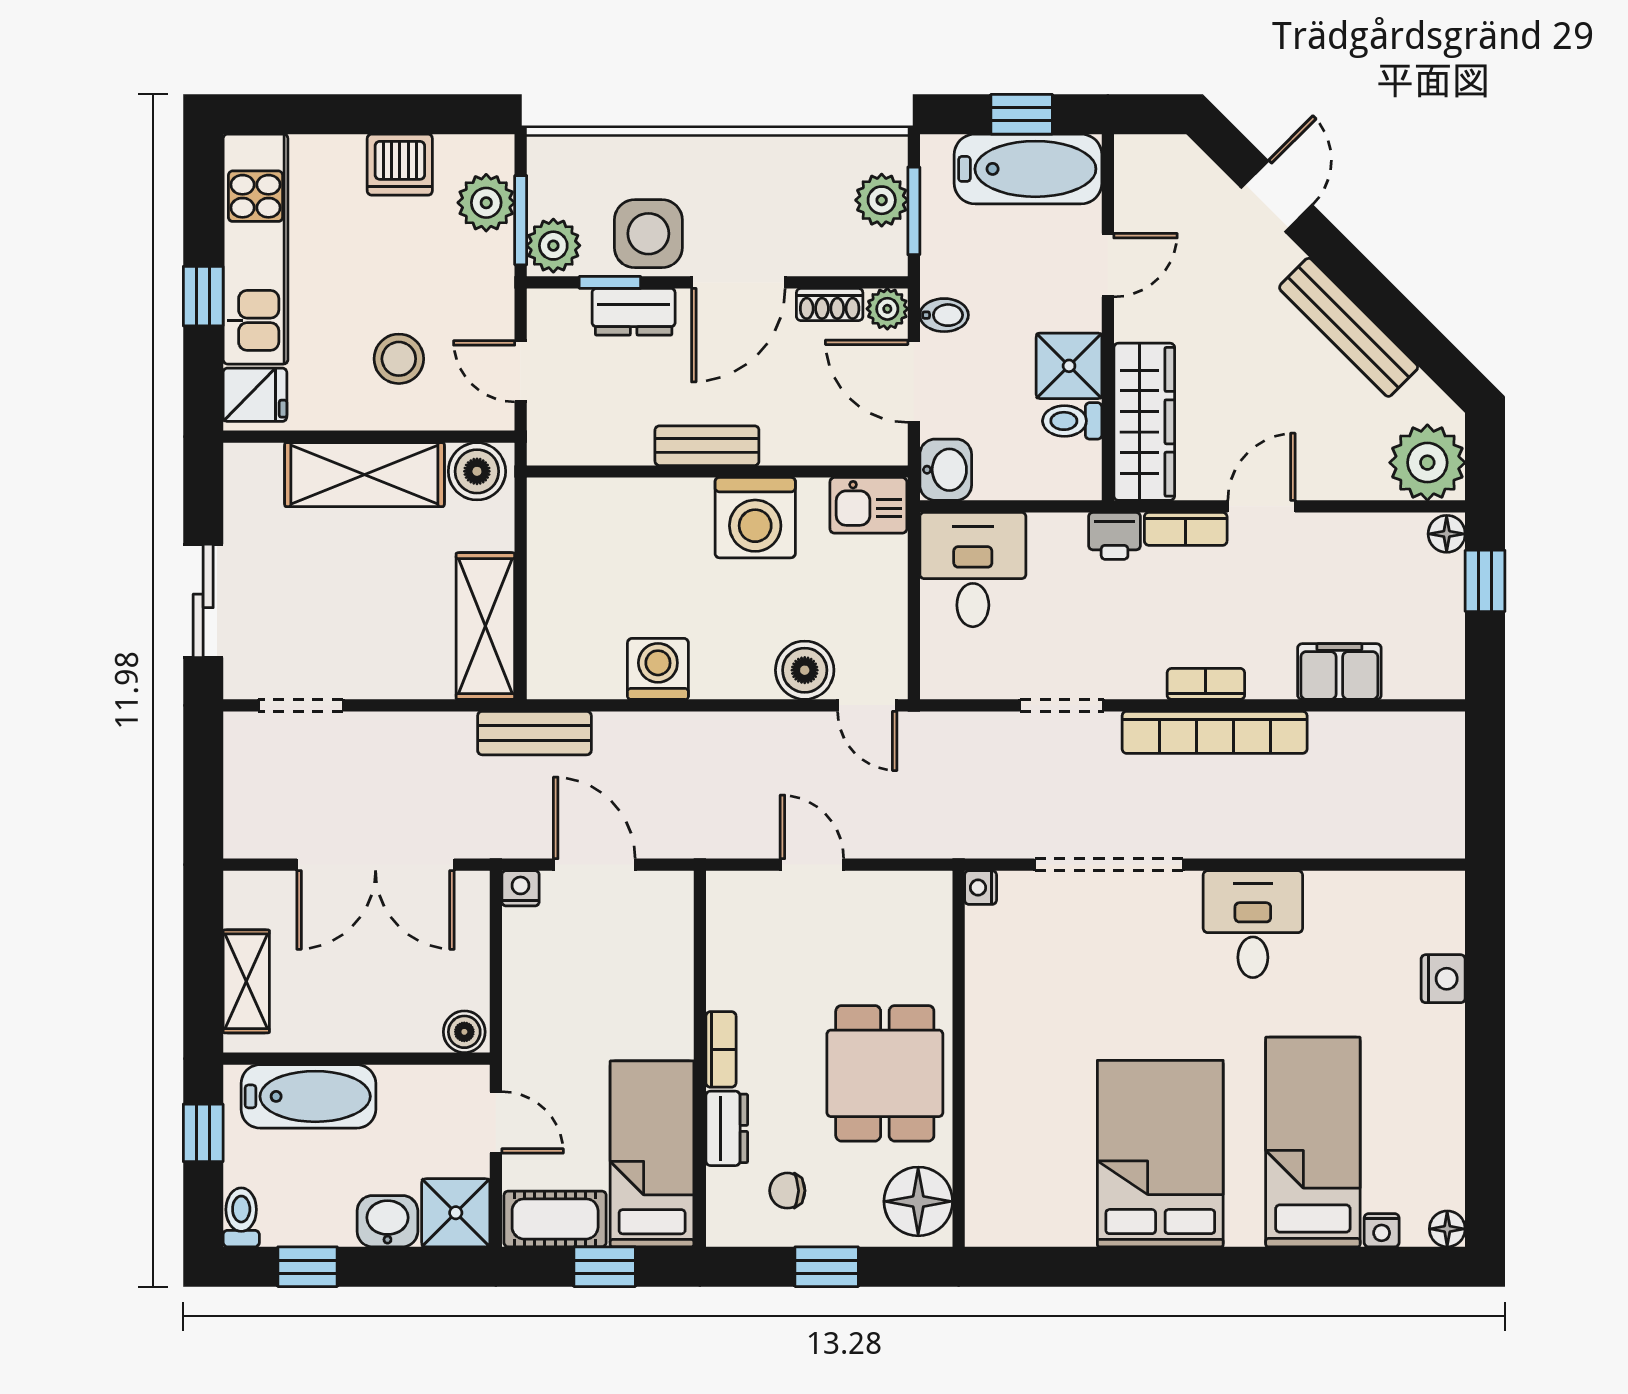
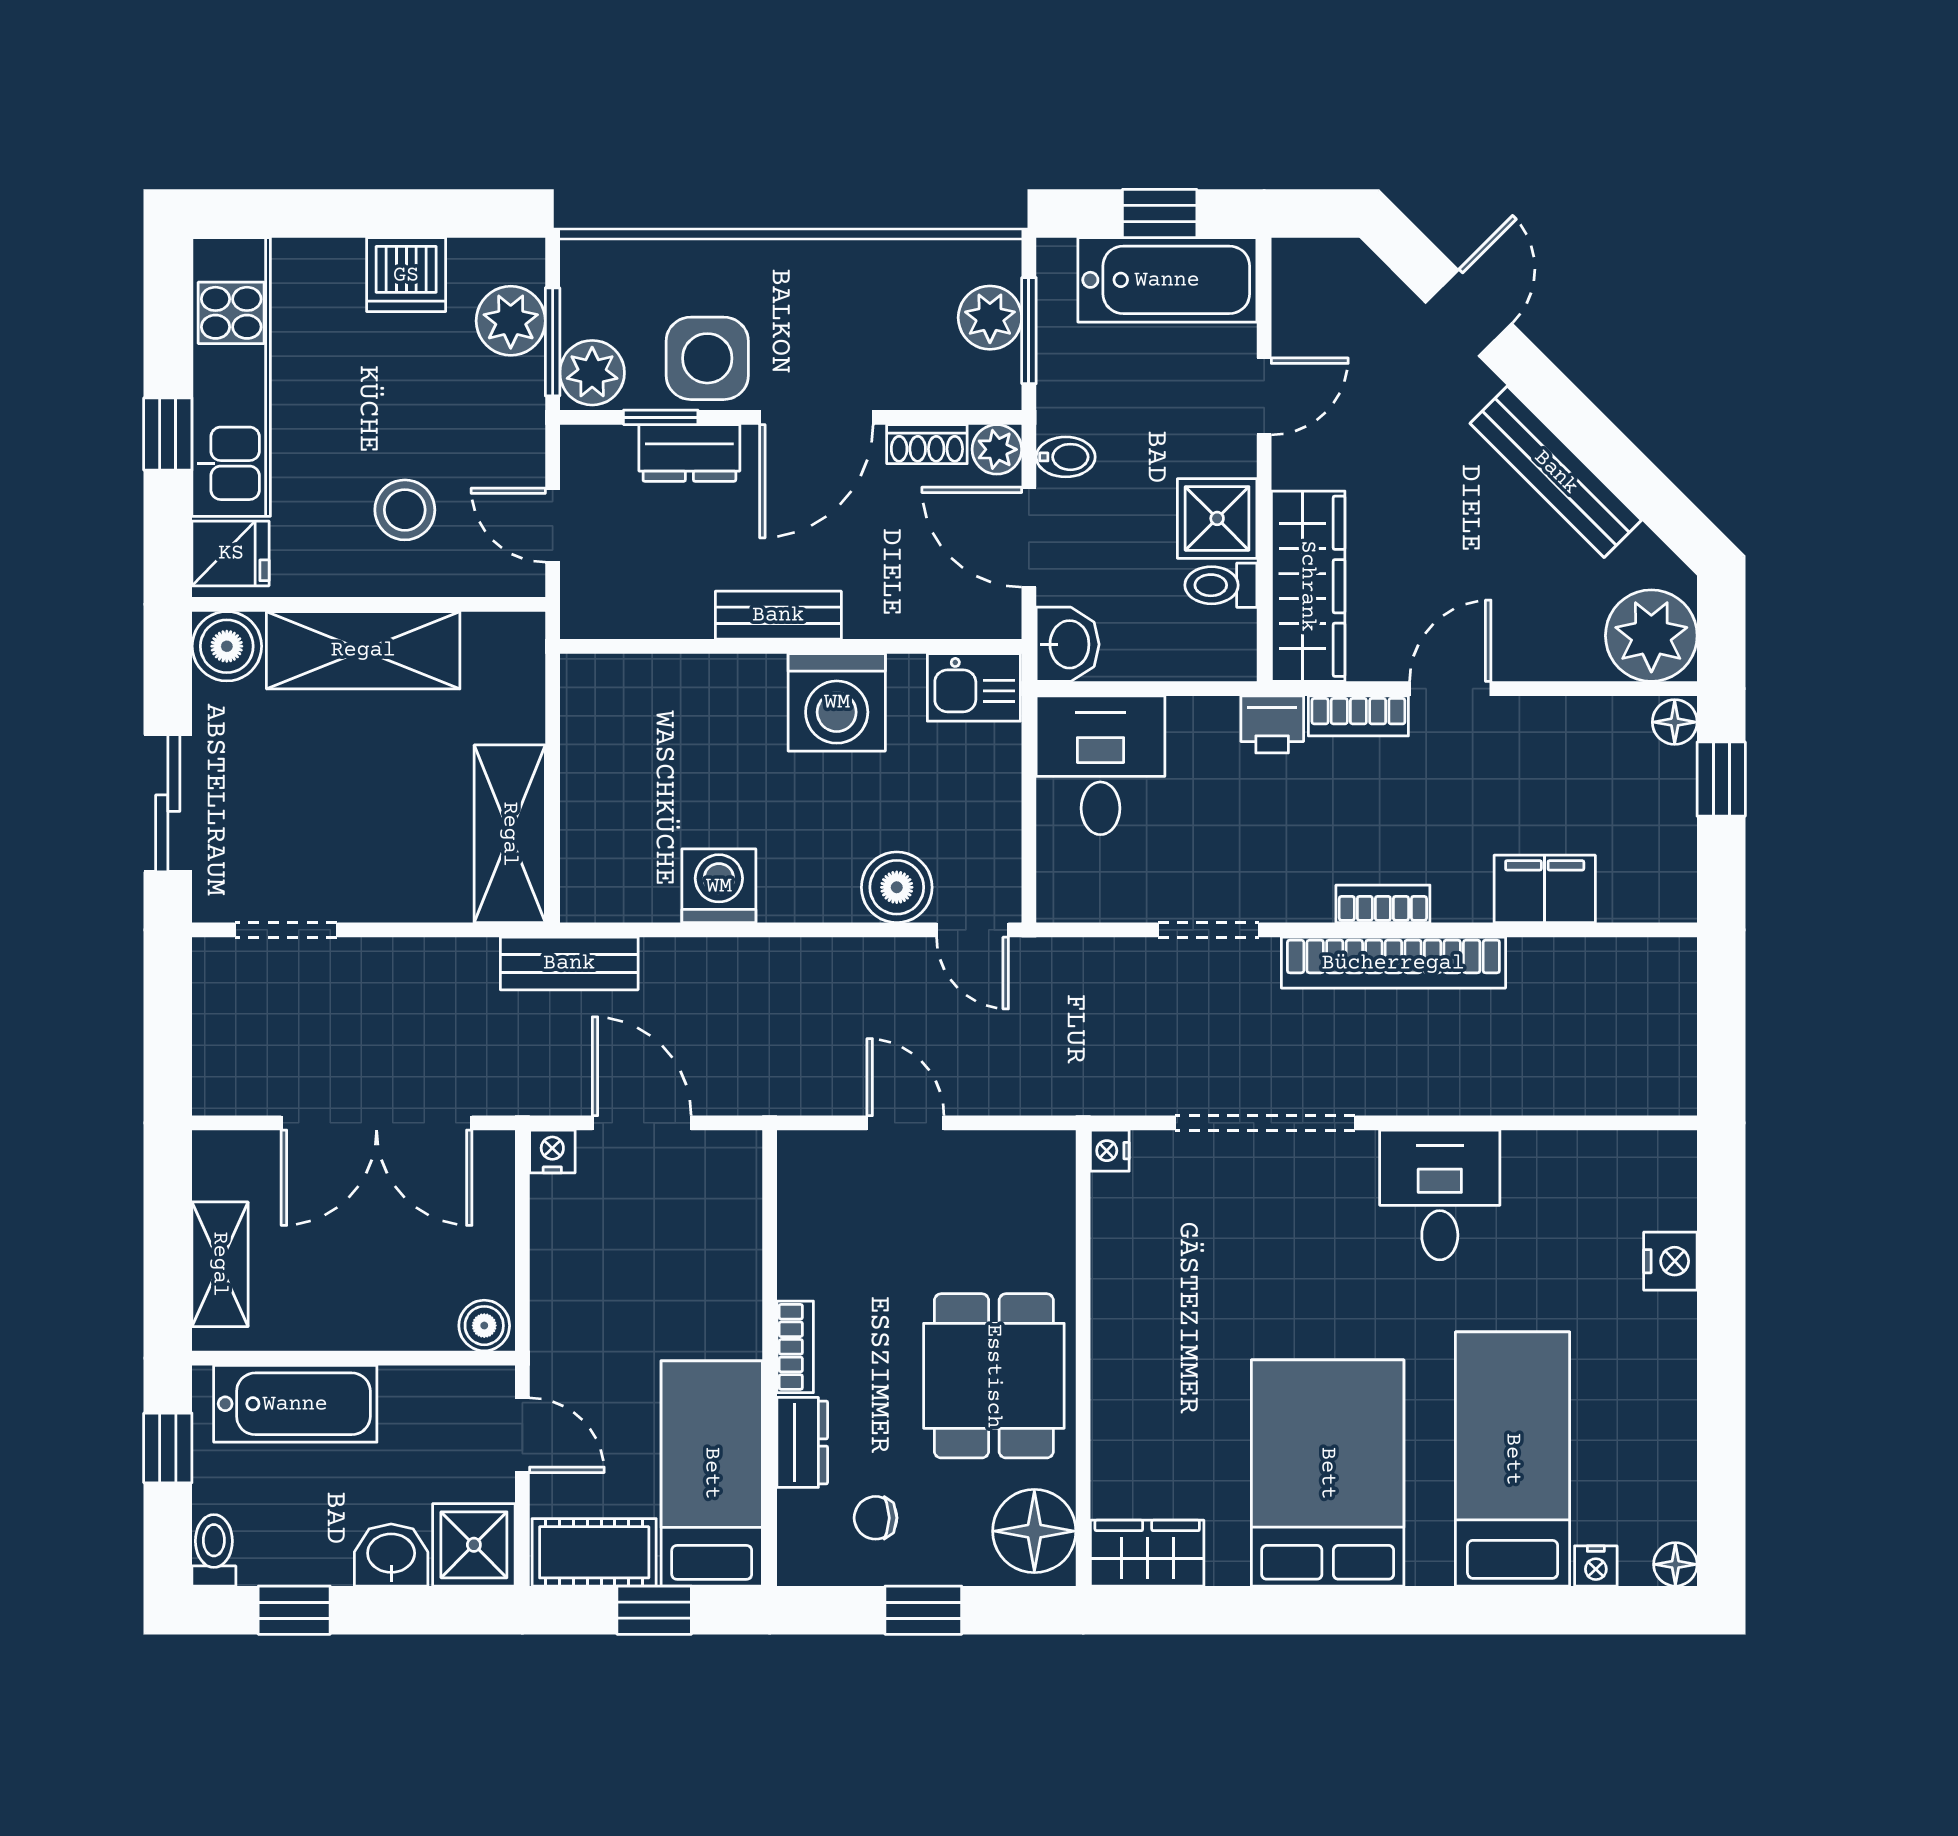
boiler: (477, 471) -> (227, 646), moved
wardrobe: (1011, 1220) -> (1147, 1553), added

